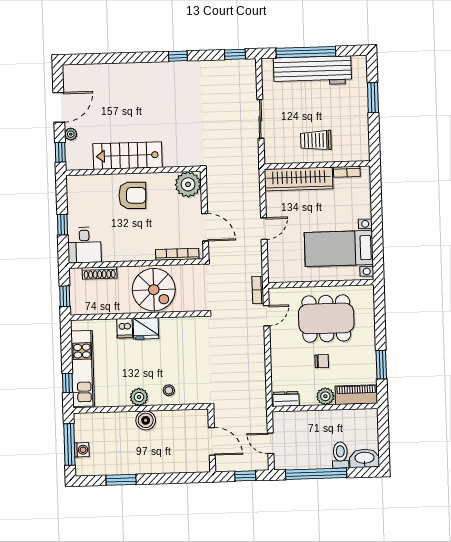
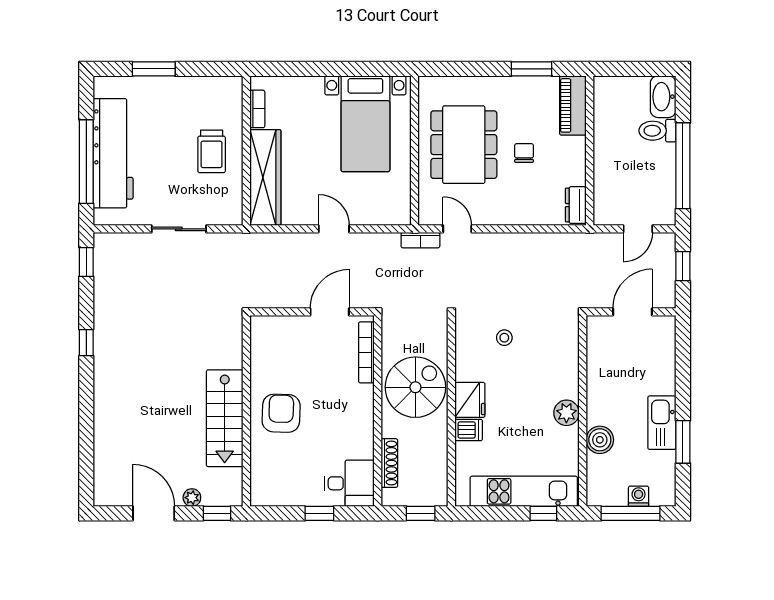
plant: (188, 184) -> (268, 334), removed
stool: (169, 390) -> (504, 338), moved
plant: (325, 396) -> (574, 149), removed
boiler: (146, 420) -> (600, 440), moved
kitchen sink: (134, 465) -> (662, 423), added

